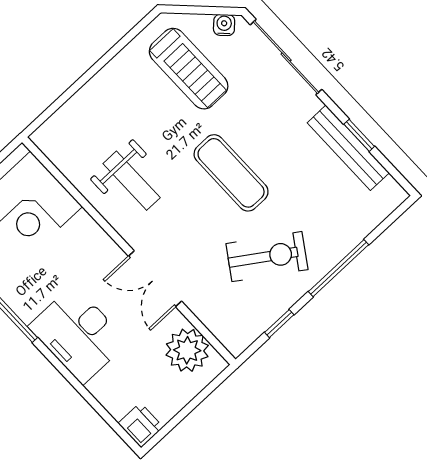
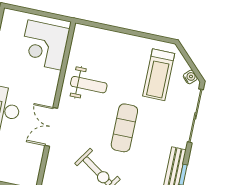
weight bench: (132, 181) -> (89, 85), turned -90
plant: (187, 350) -> (29, 165), removed

